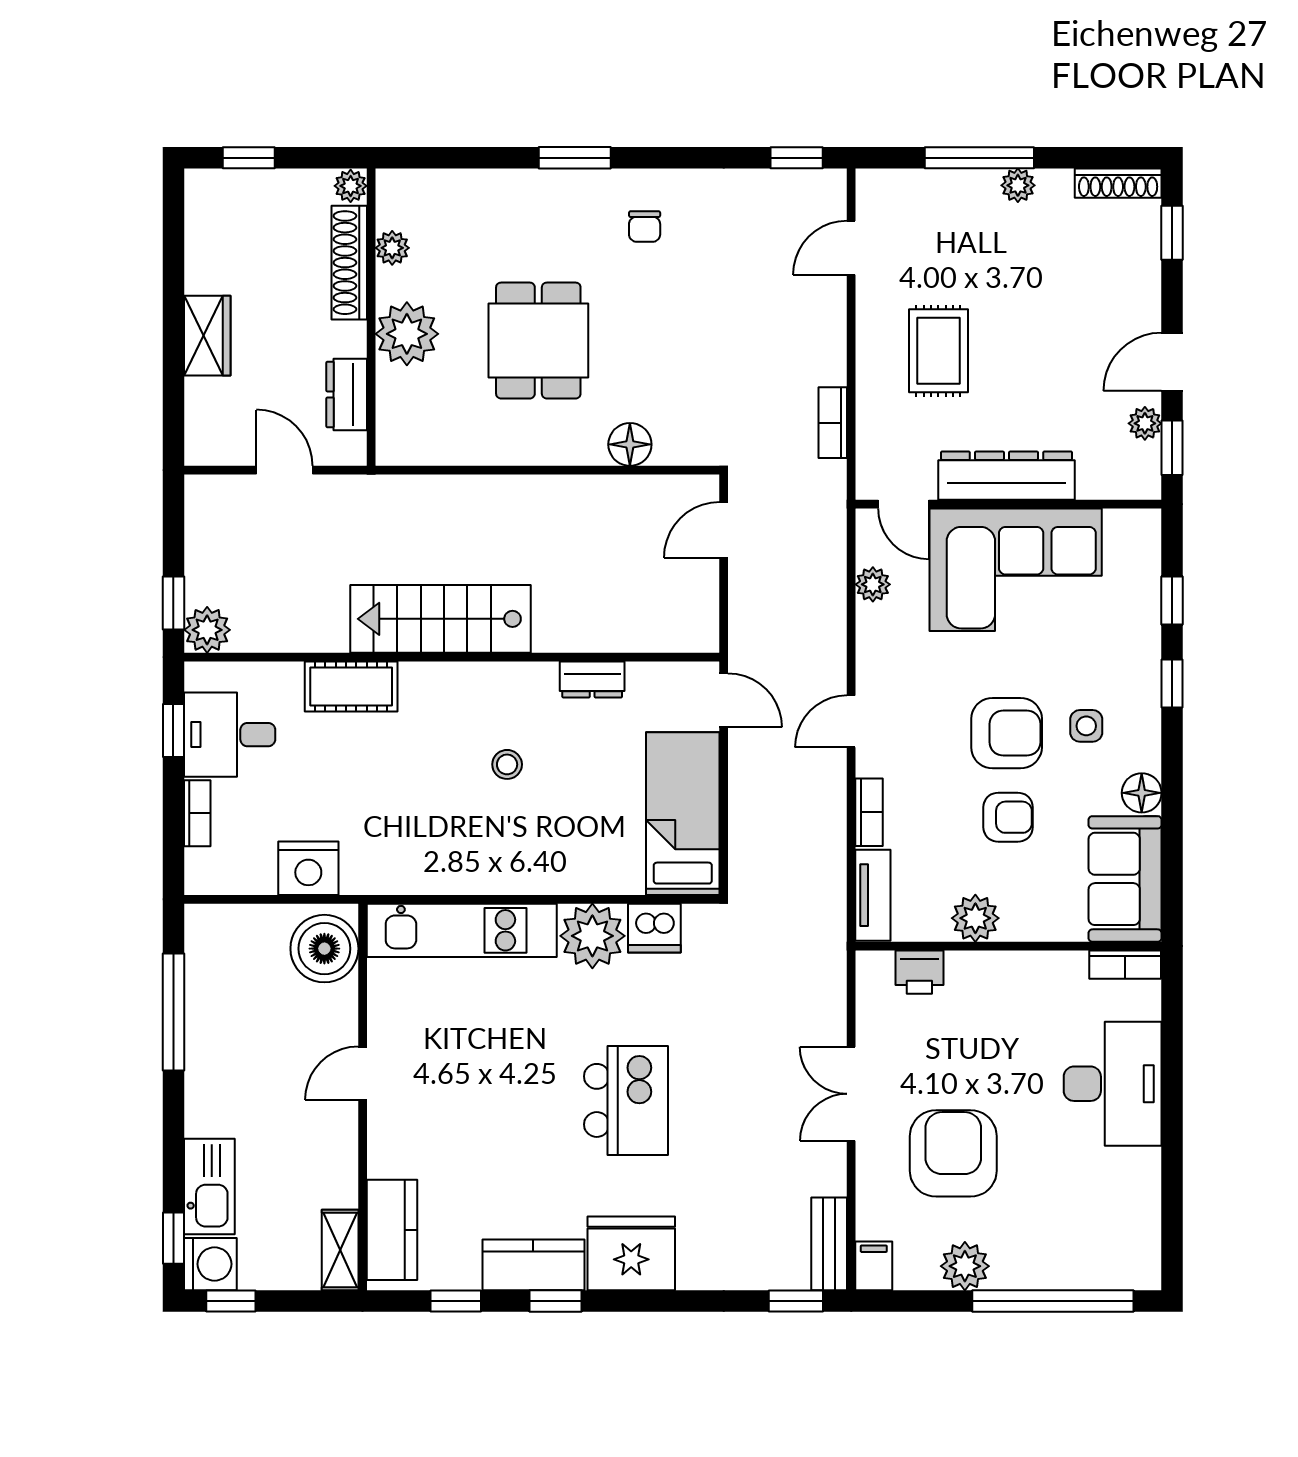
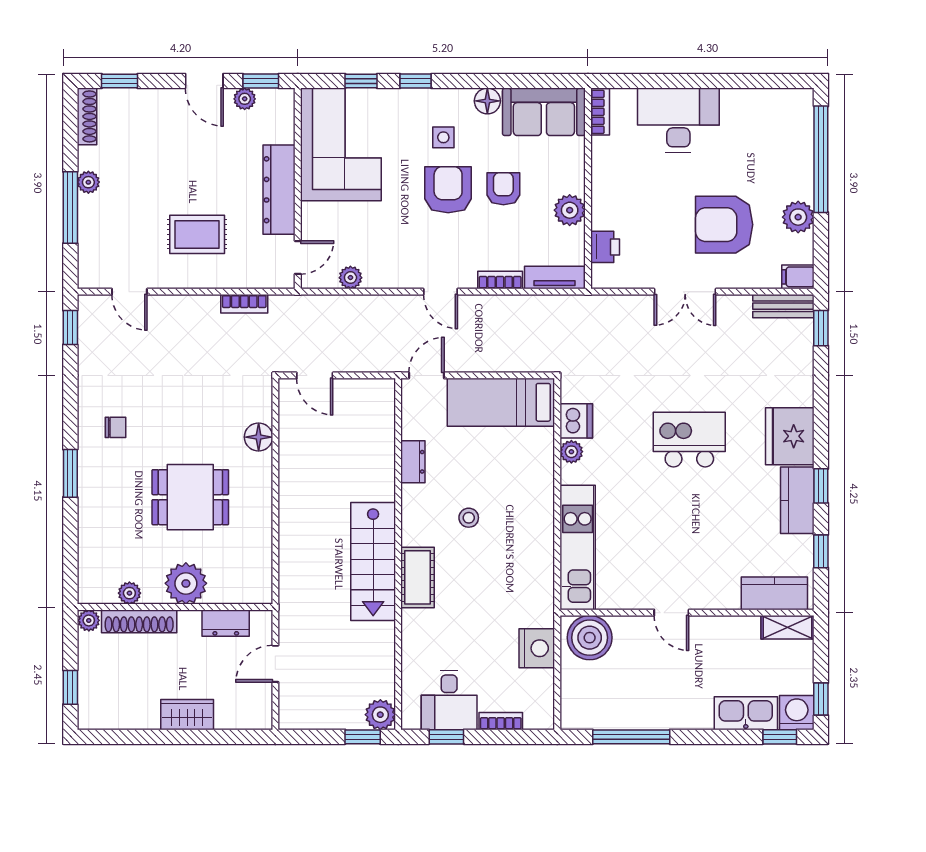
corner sofa: (1016, 570) -> (341, 144), moved
cot: (351, 687) -> (418, 577), moved
plant: (592, 936) -> (571, 452), width x0.53, depth x0.53

